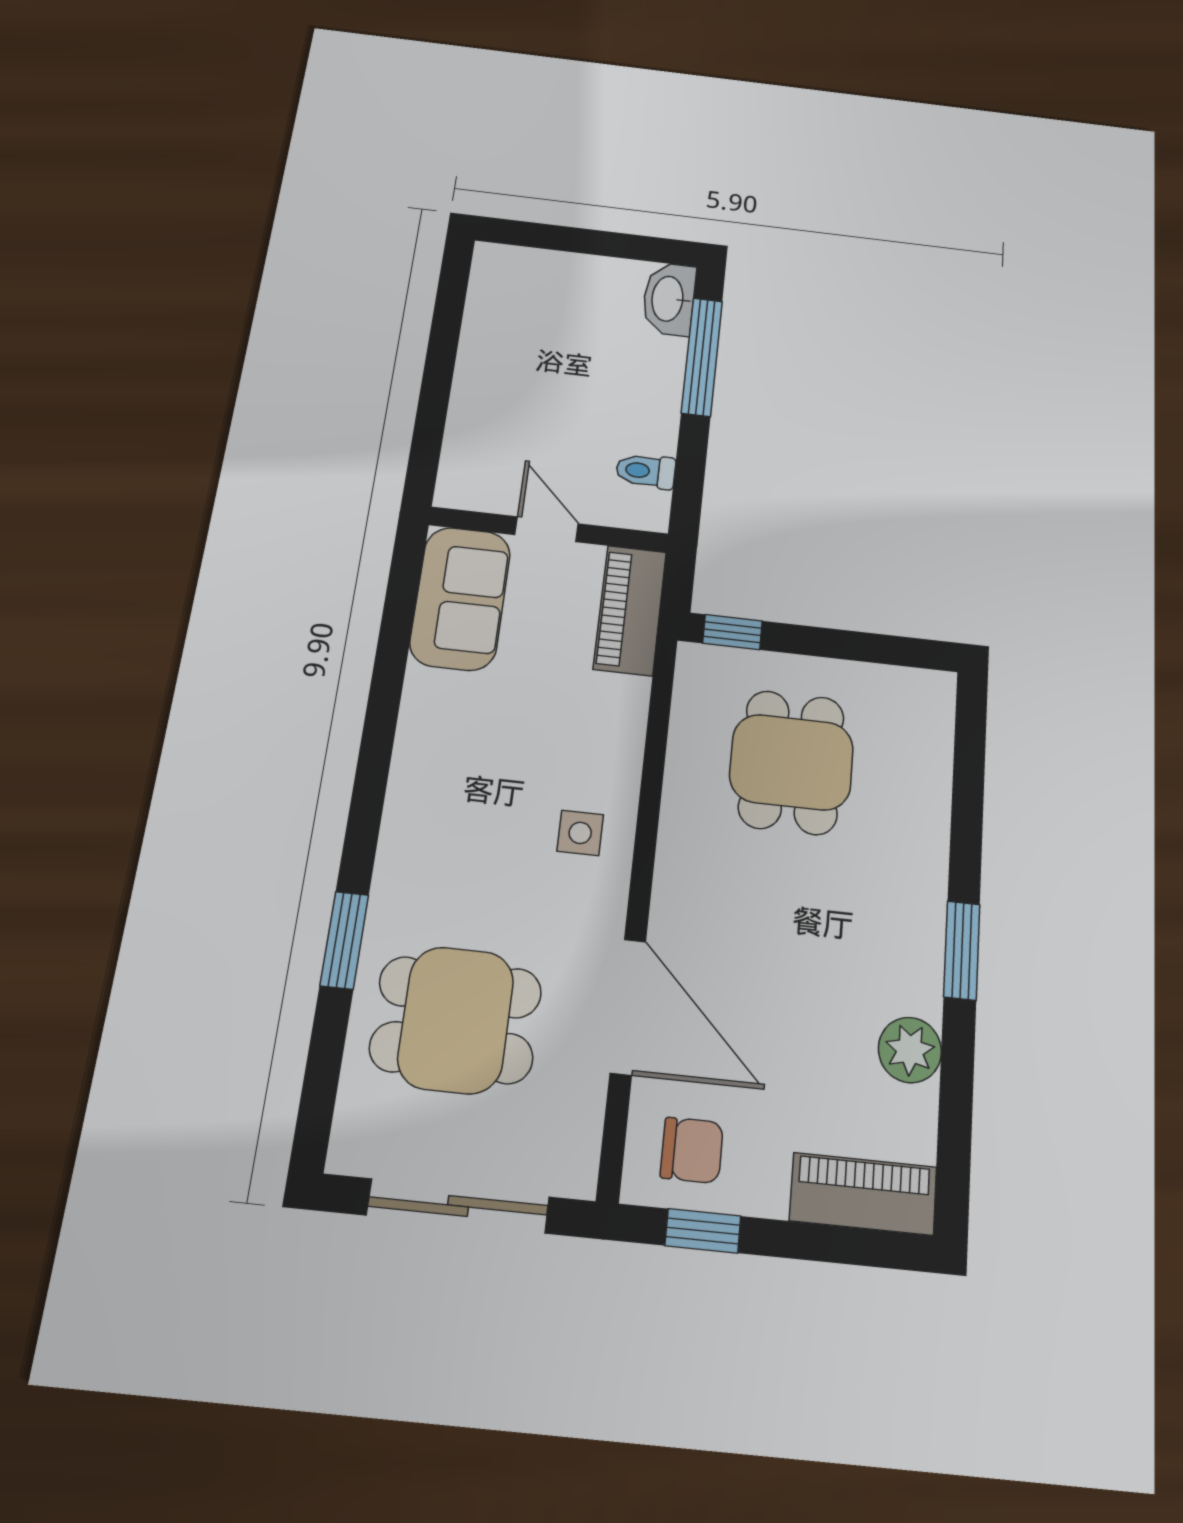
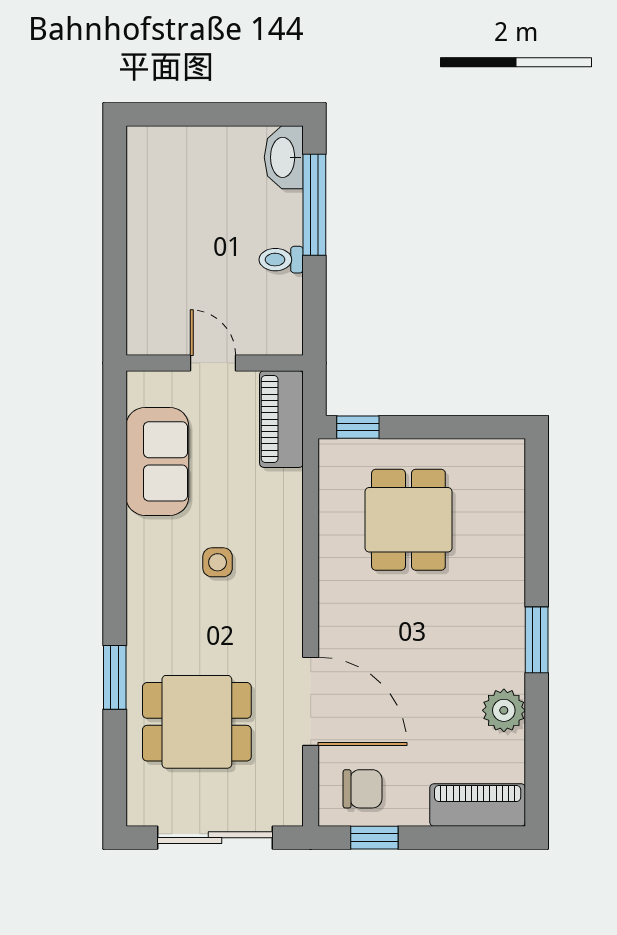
toilet: (646, 471) -> (281, 260), moved
sofa: (460, 598) -> (157, 461), moved
side table: (580, 833) -> (218, 562), moved

